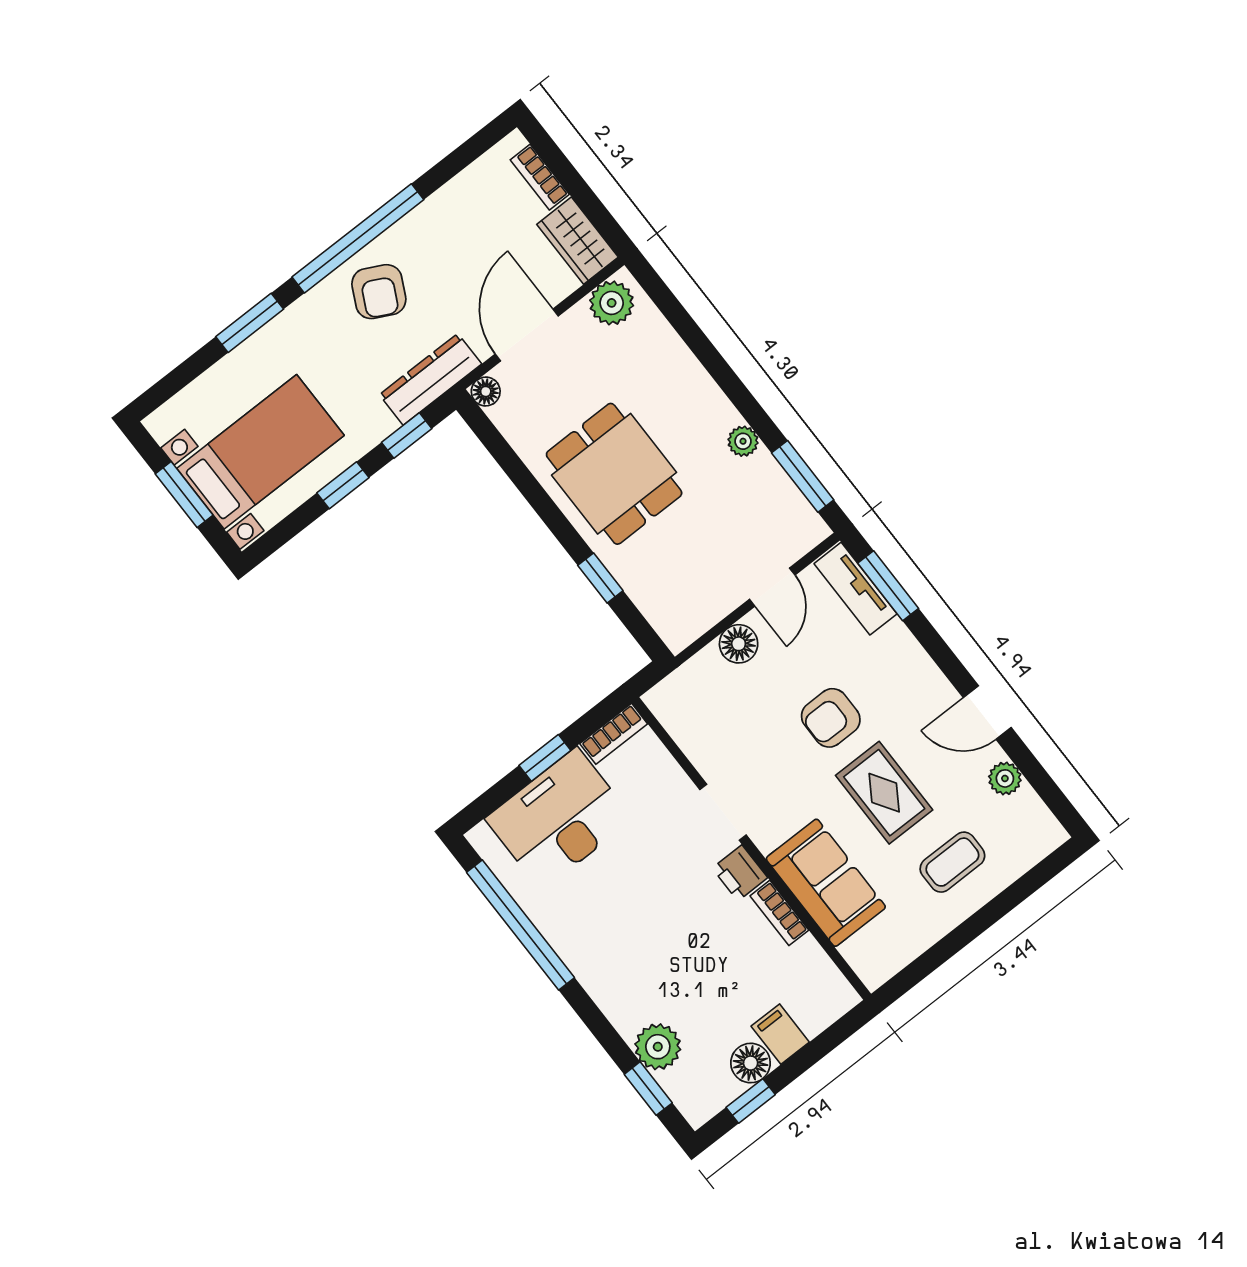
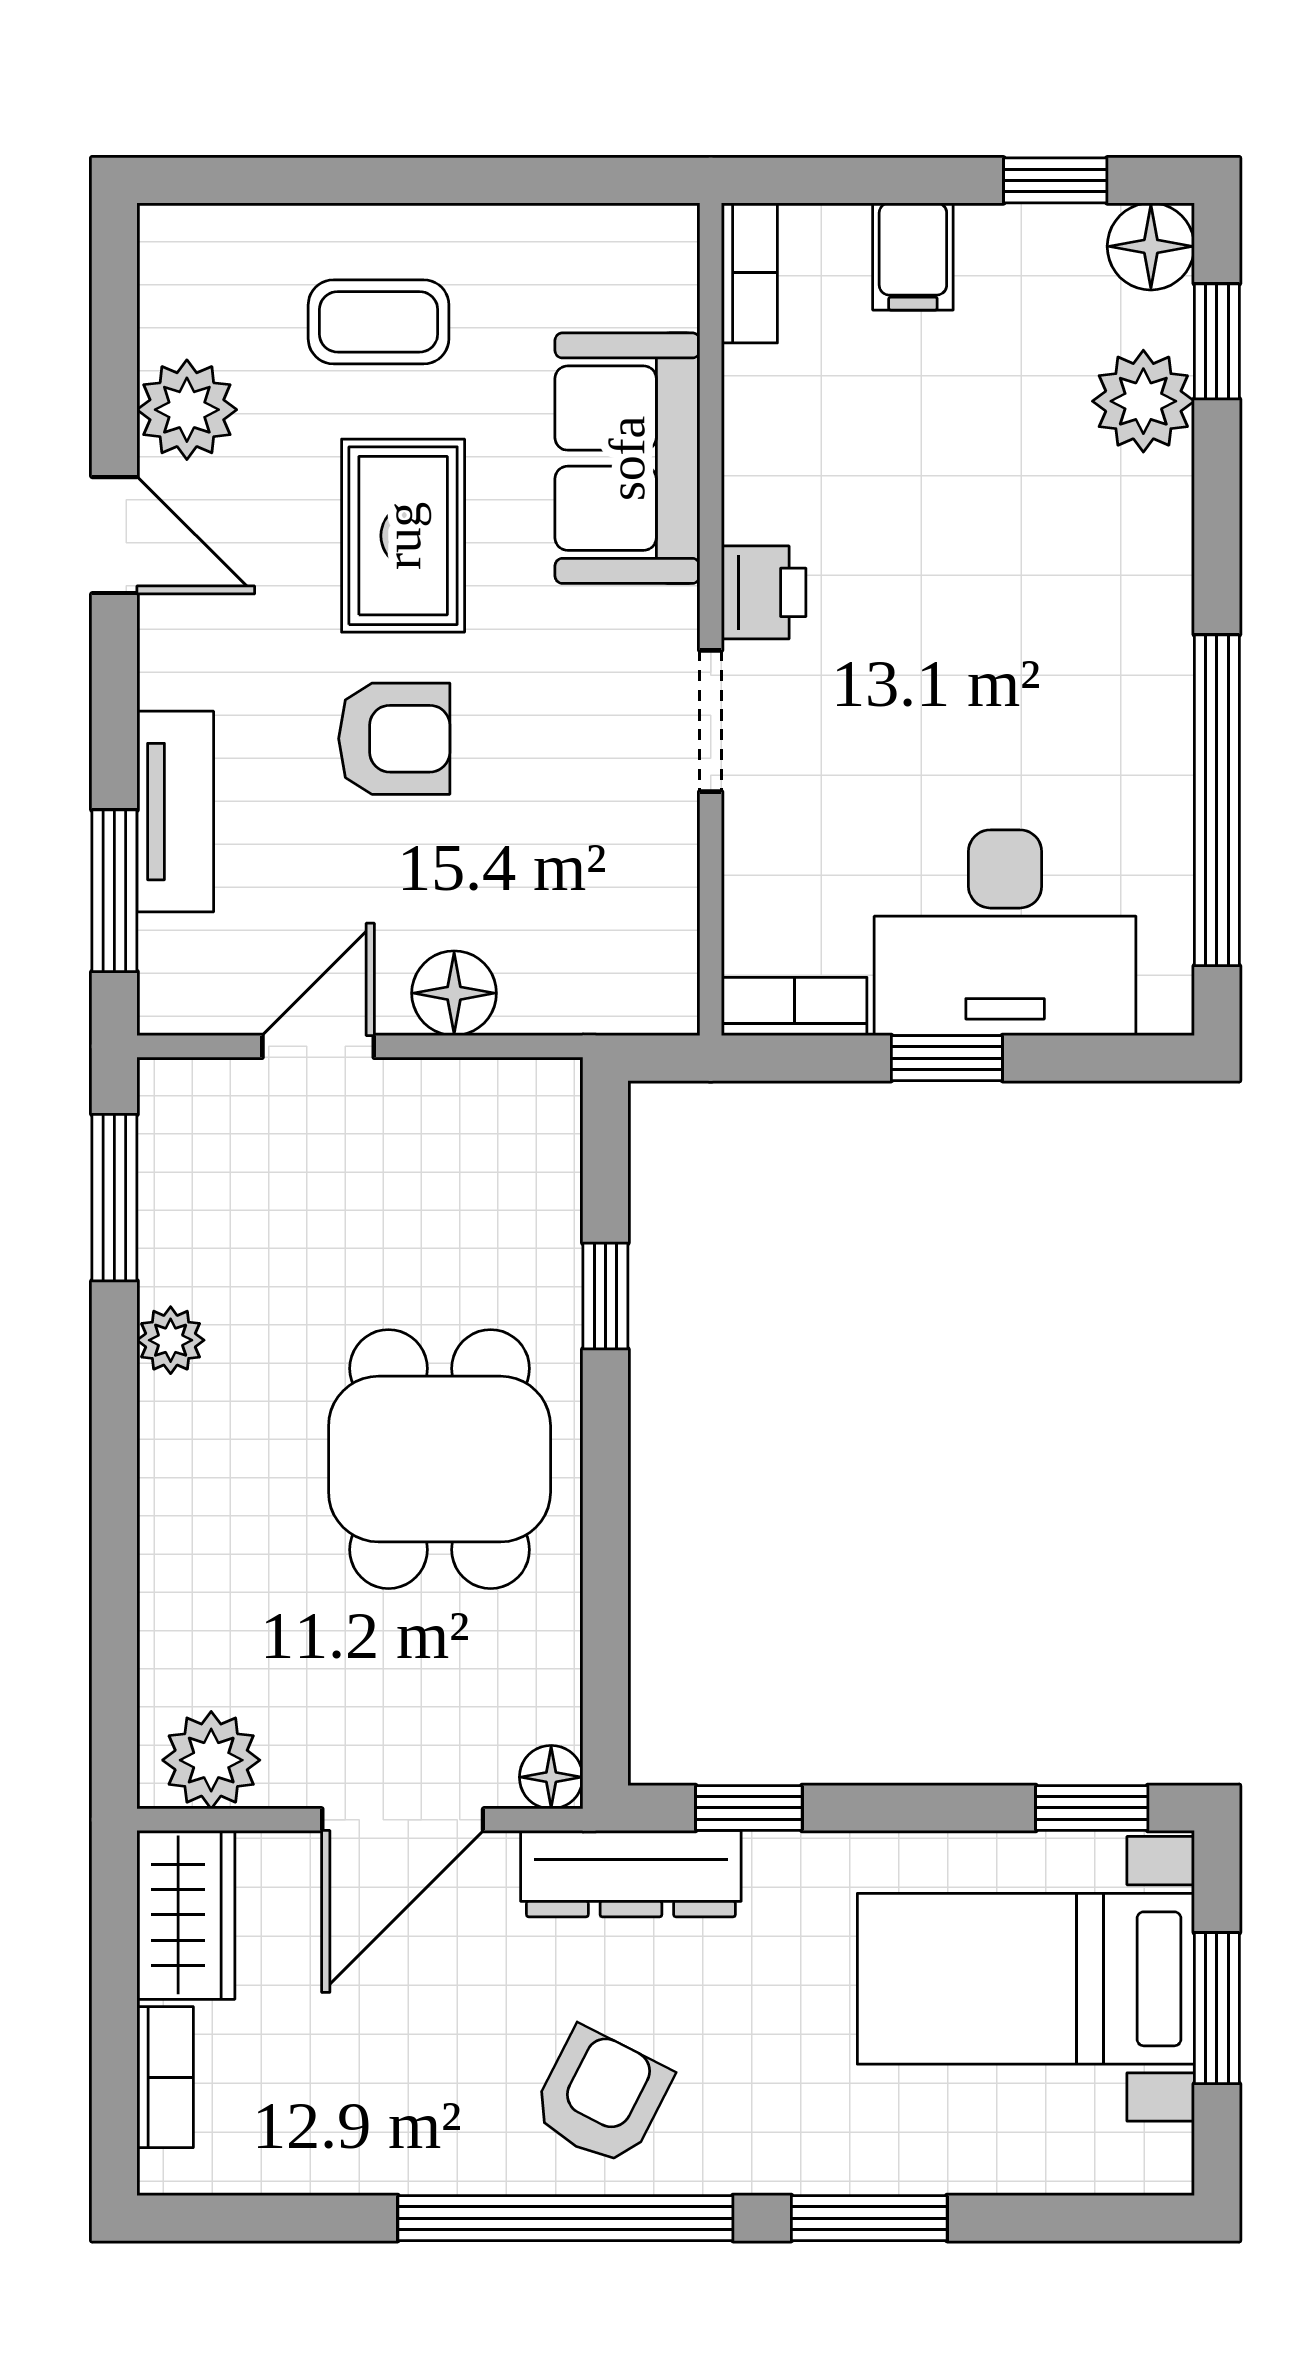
window: (343, 485) -> (1092, 1808), moved
tv unit: (856, 589) -> (175, 812), moved
plant: (1005, 778) -> (187, 410), width x1.38, depth x1.38
bookcase: (779, 913) -> (749, 273), moved
floor lamp: (751, 1063) -> (1151, 246), moved

